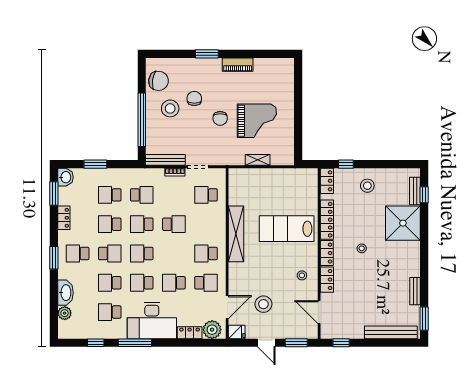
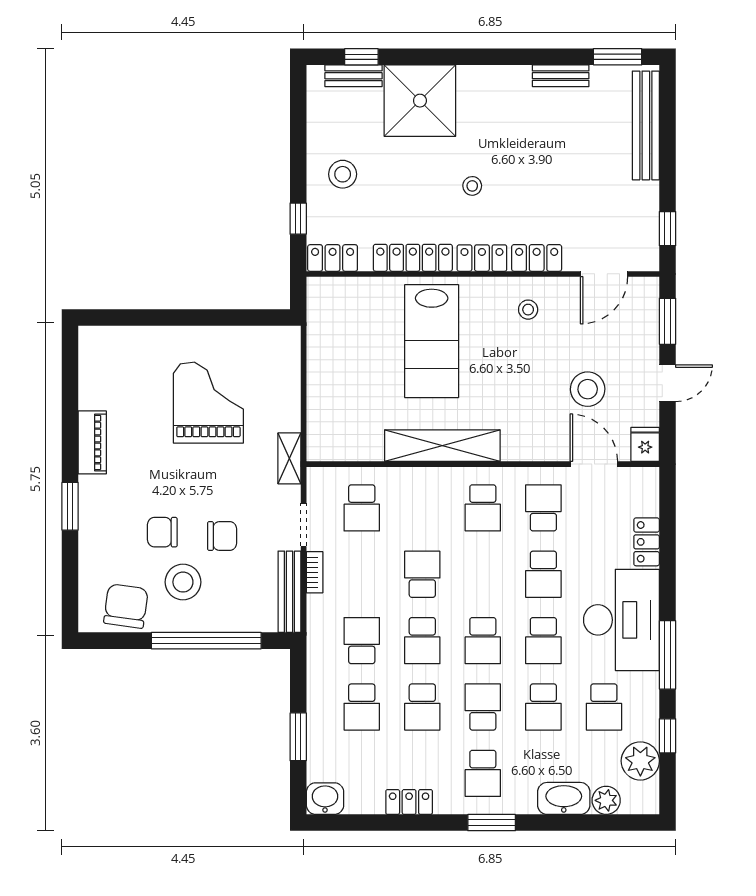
chair: (220, 118) -> (222, 536), moved
shelving: (258, 160) -> (289, 458), moved
window: (54, 194) -> (359, 823), removed
plant: (212, 330) -> (640, 761), moved

